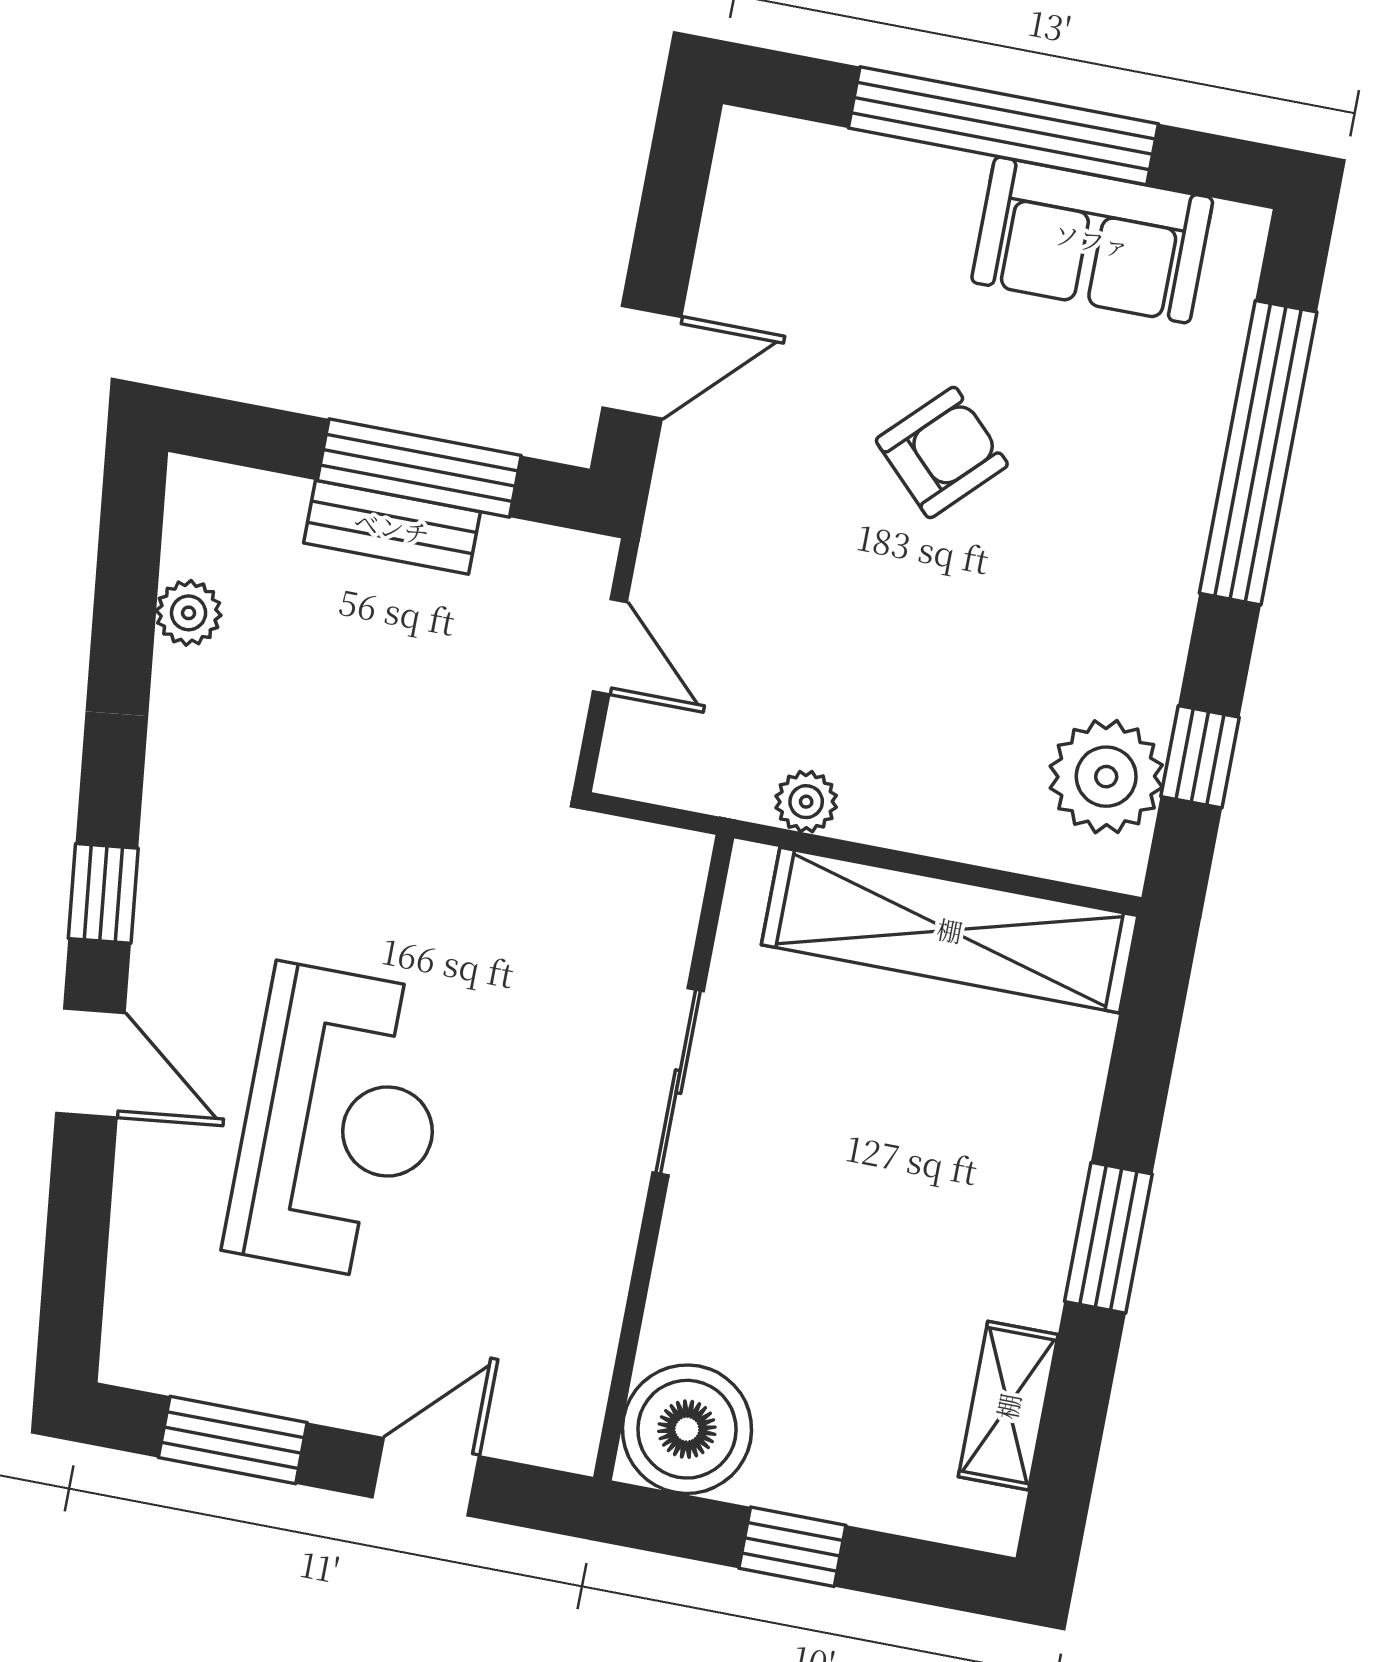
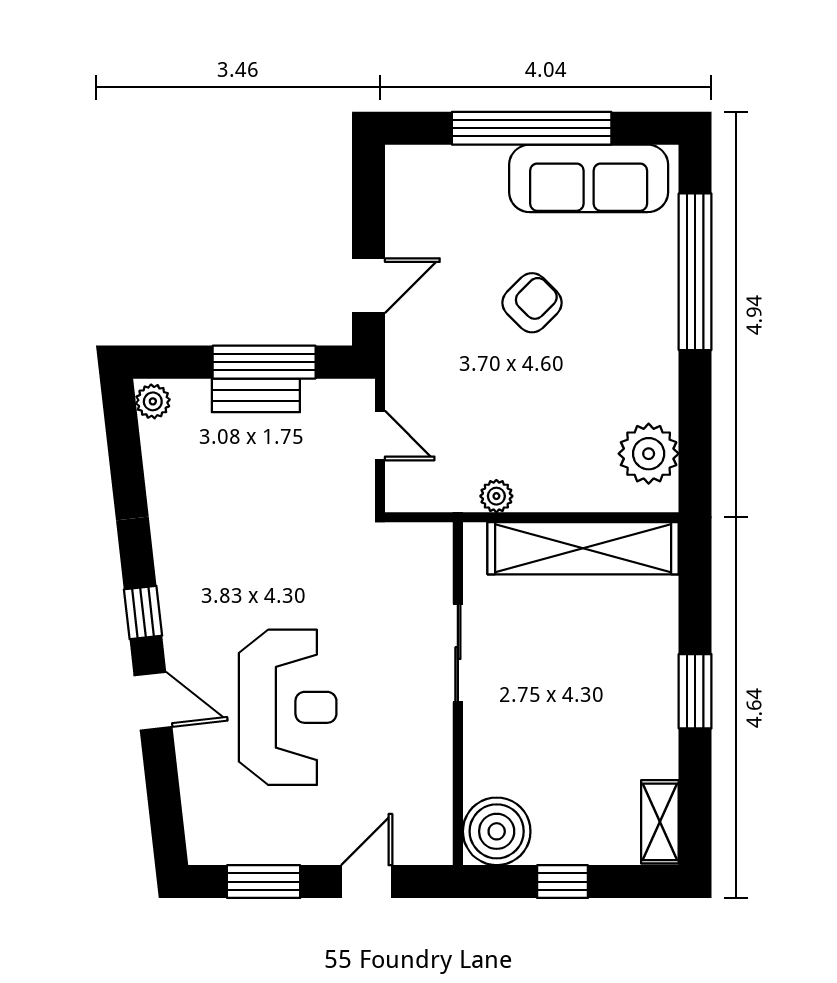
sofa: (1092, 240) -> (589, 178), width x1.36
plant: (189, 613) -> (153, 401), moved
window: (1200, 757) -> (695, 434), removed
shelving: (1008, 1406) -> (660, 822), moved

